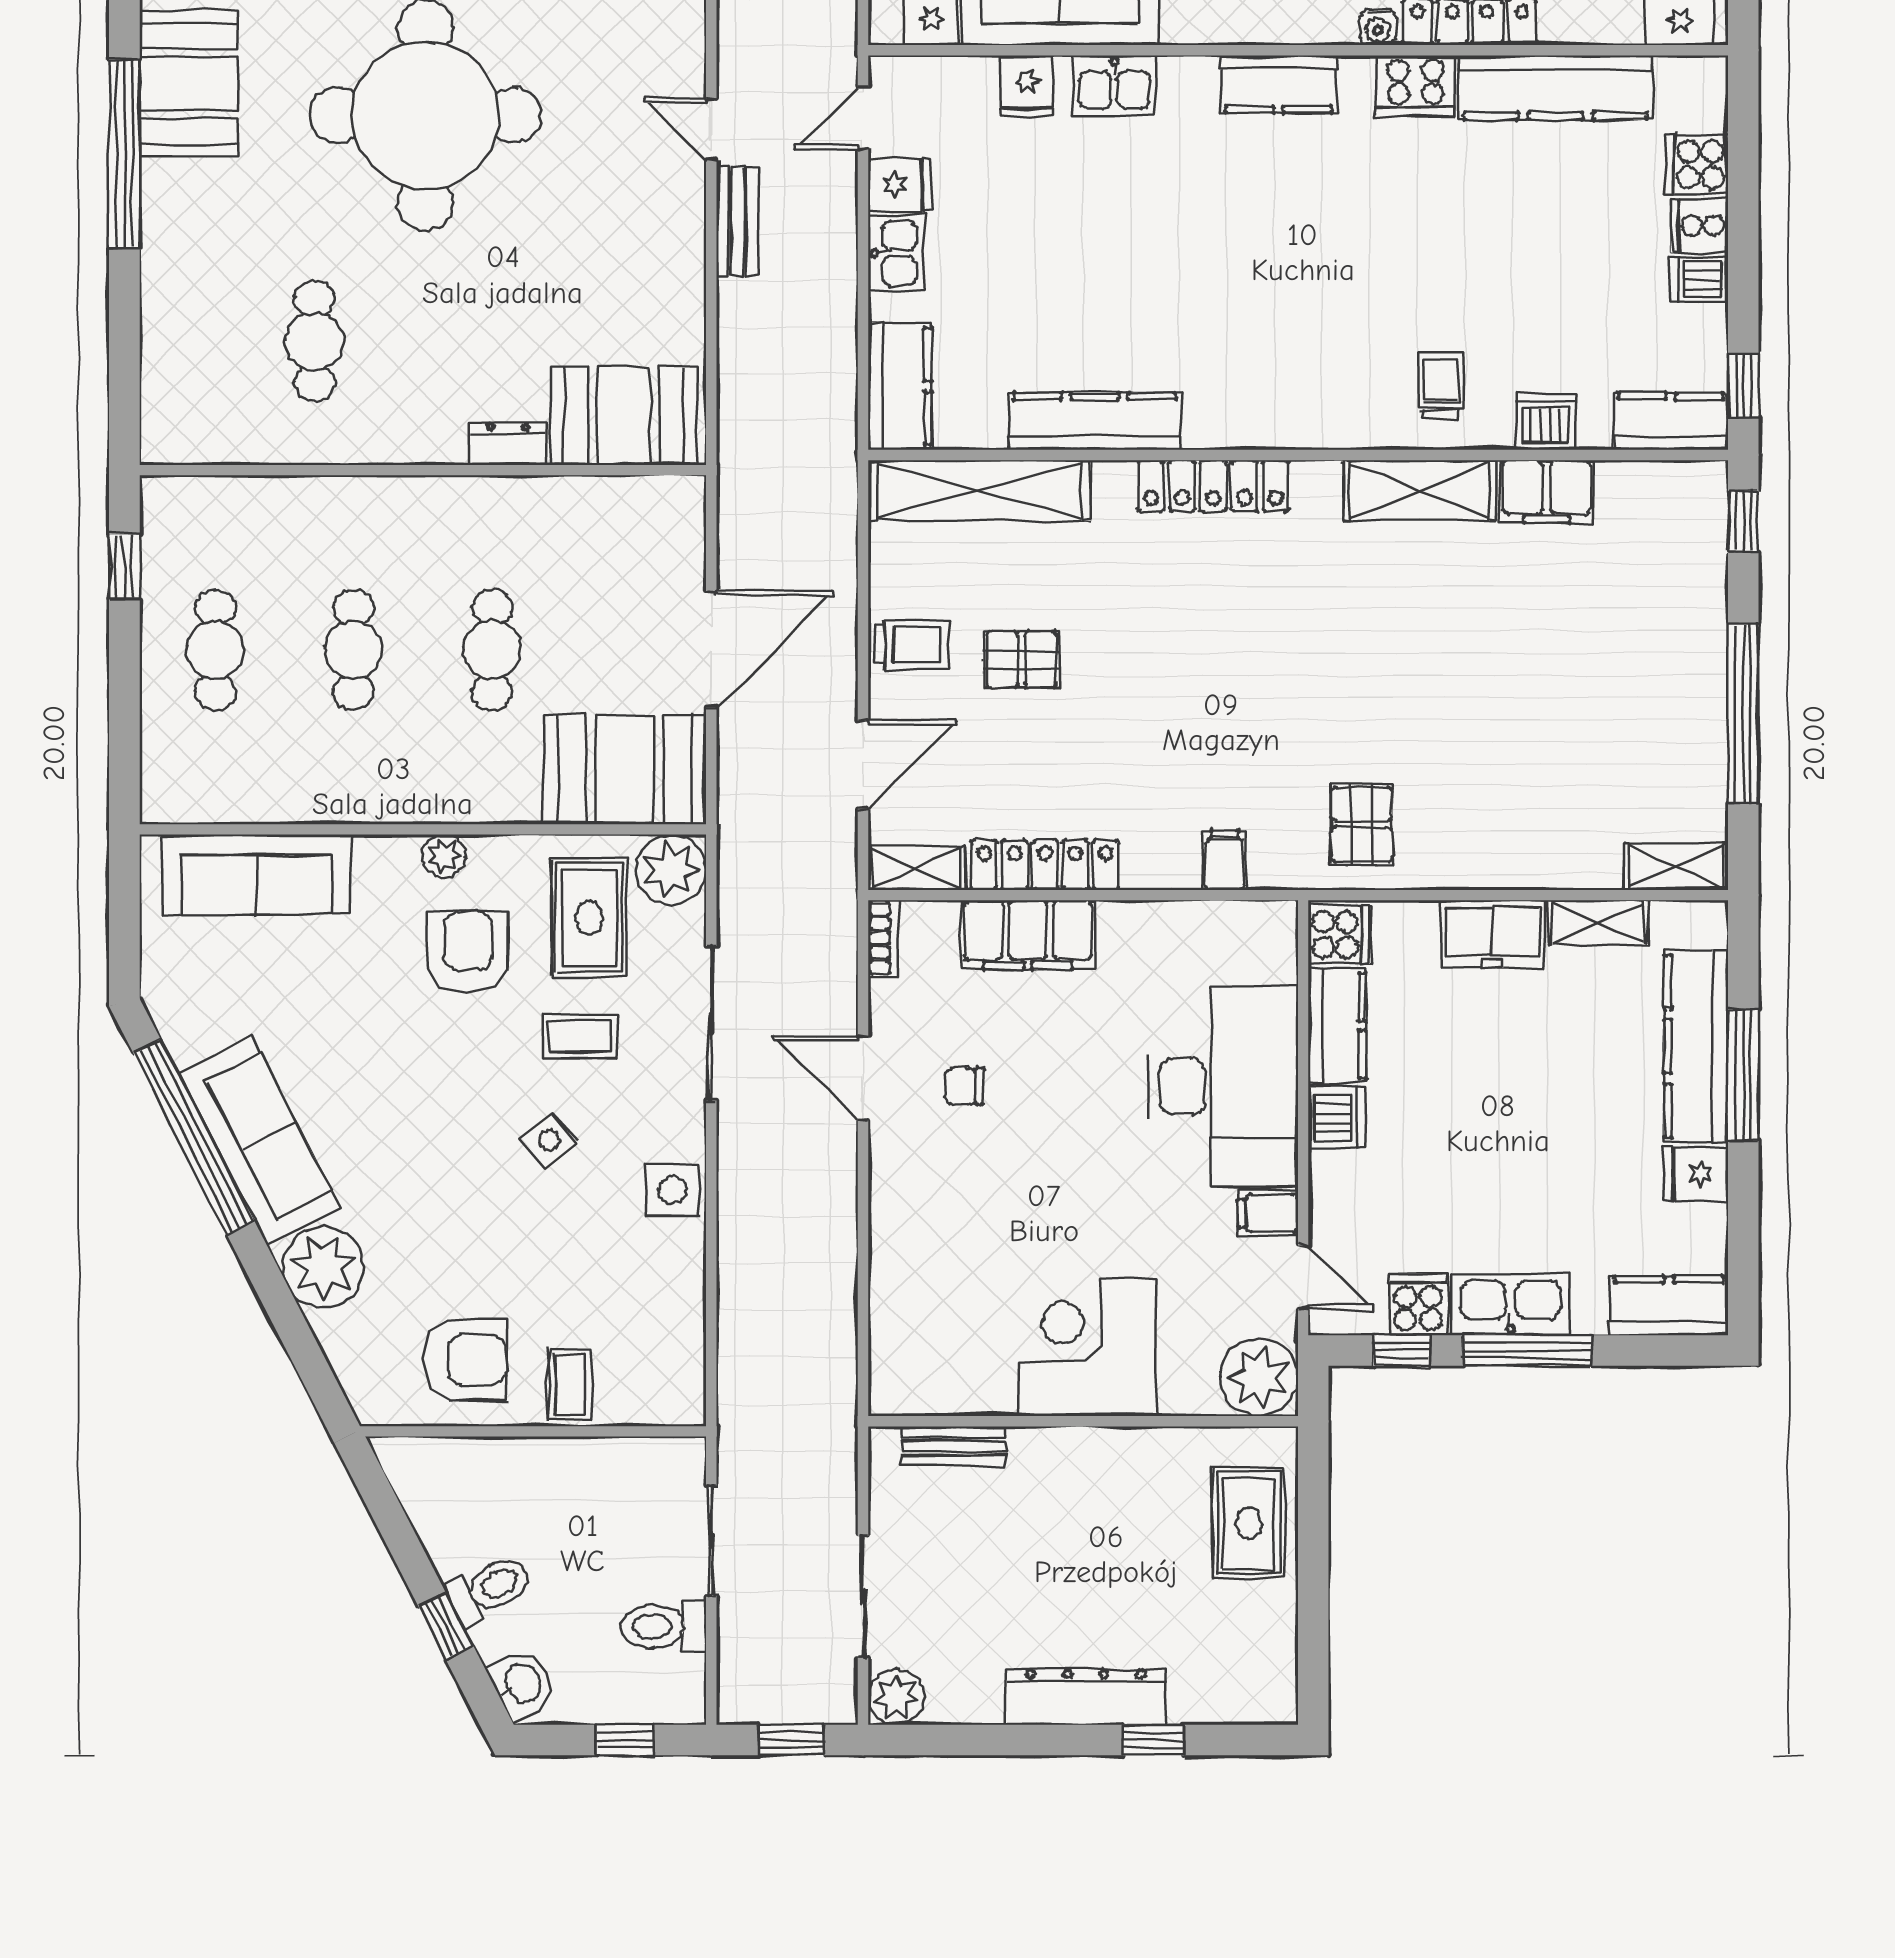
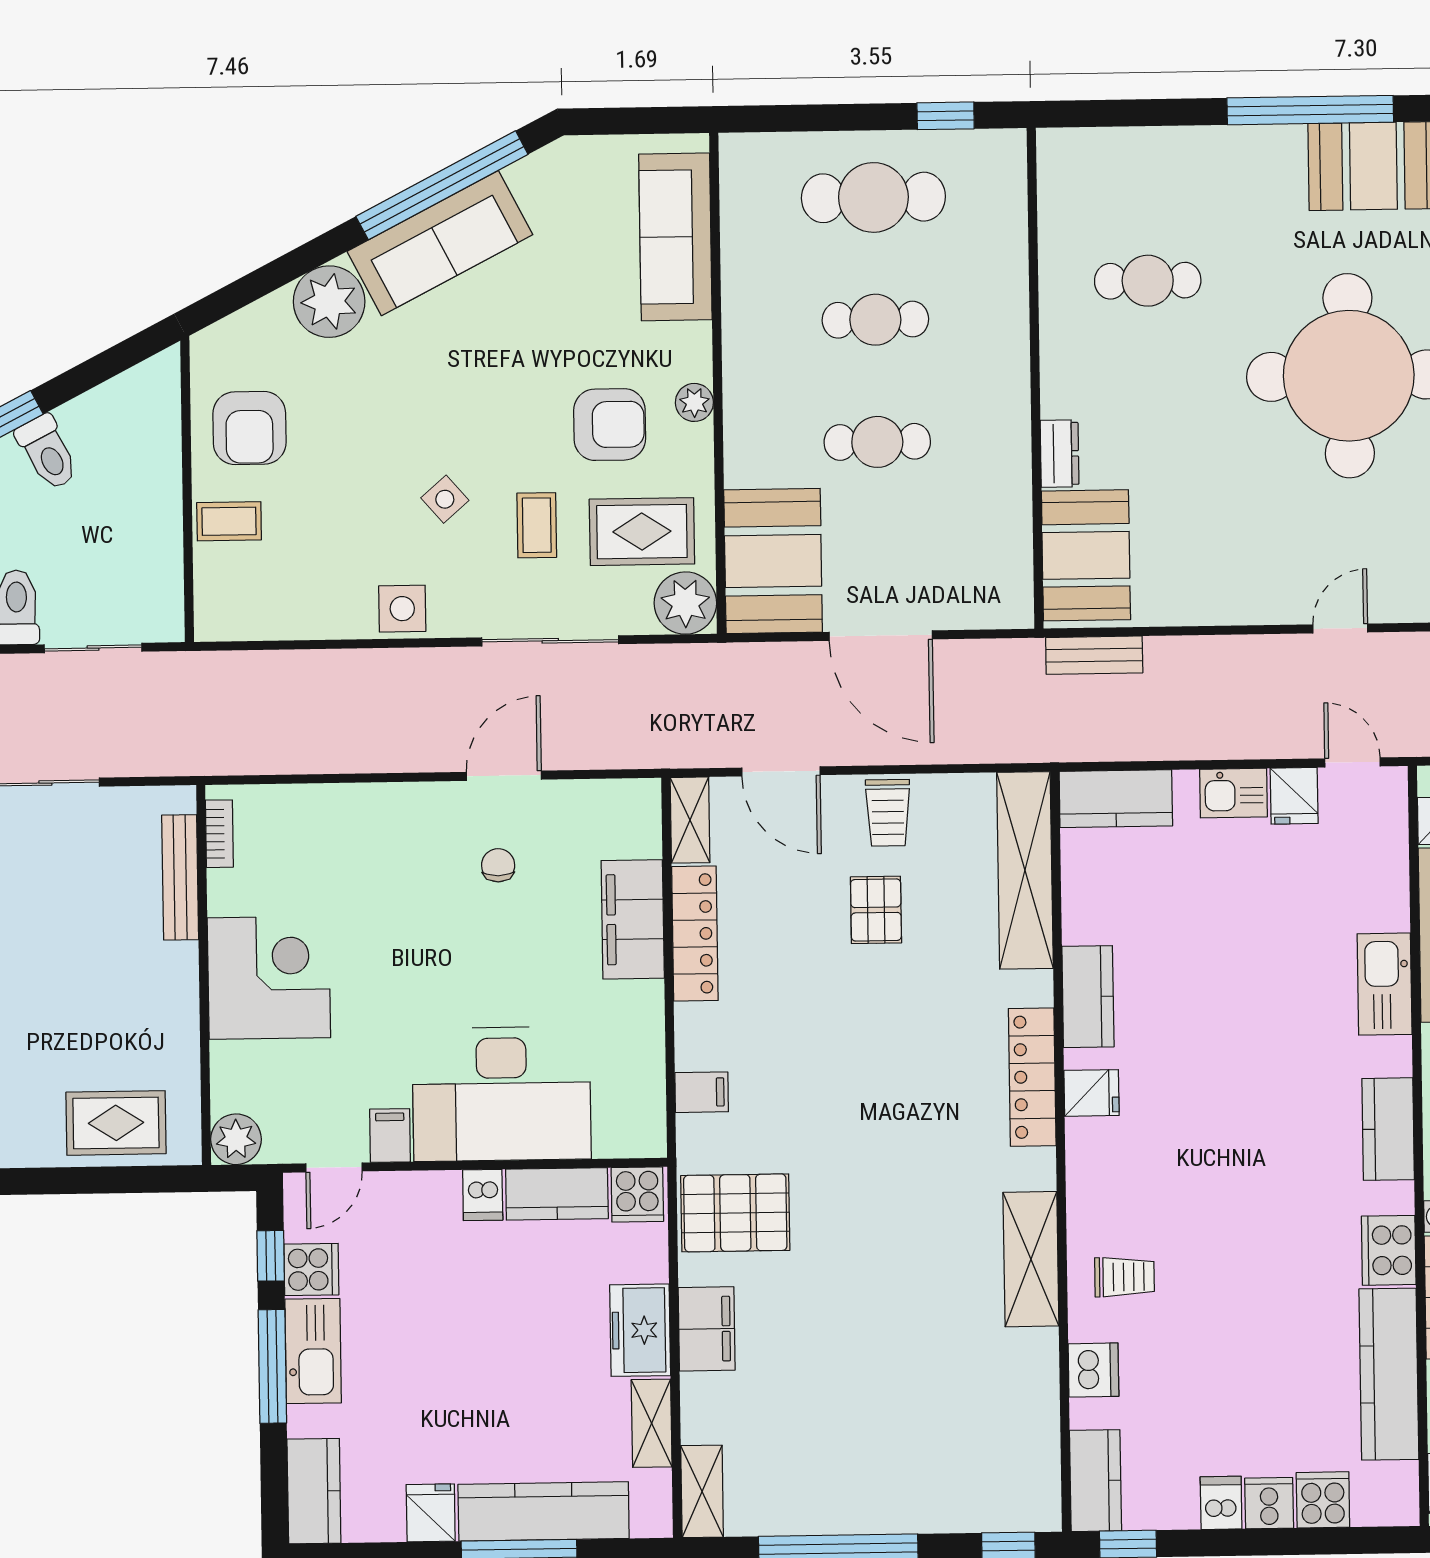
fridge: (1027, 86) -> (1091, 1093), moved, turned 180
kitchen sink: (1114, 86) -> (1385, 984), width x1.38
bench: (737, 221) -> (1094, 655), moved
kitchen counter: (1095, 421) -> (1088, 997), width x0.67
filing cabinet: (1547, 492) -> (707, 1329), moved, turned 180
cafe table: (215, 650) -> (873, 197), width x1.37, depth x1.35
pallet: (1362, 824) -> (735, 1213), width x1.50, depth x1.42
bookcase: (883, 938) -> (219, 834), moved, turned -90
dishwasher: (1337, 1118) -> (483, 1195), width x0.73
plant: (1259, 1377) -> (236, 1139), width x0.73, depth x0.73
bench: (953, 1446) -> (180, 877), width x1.36

